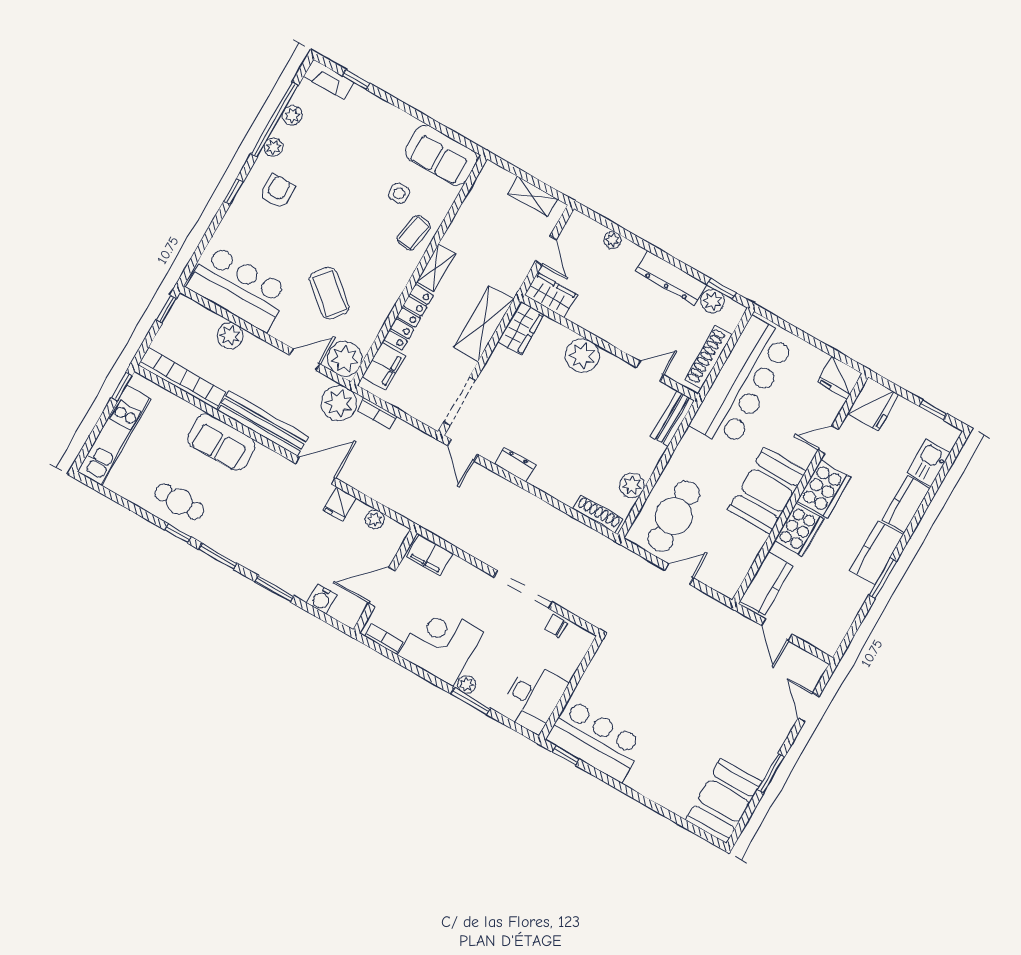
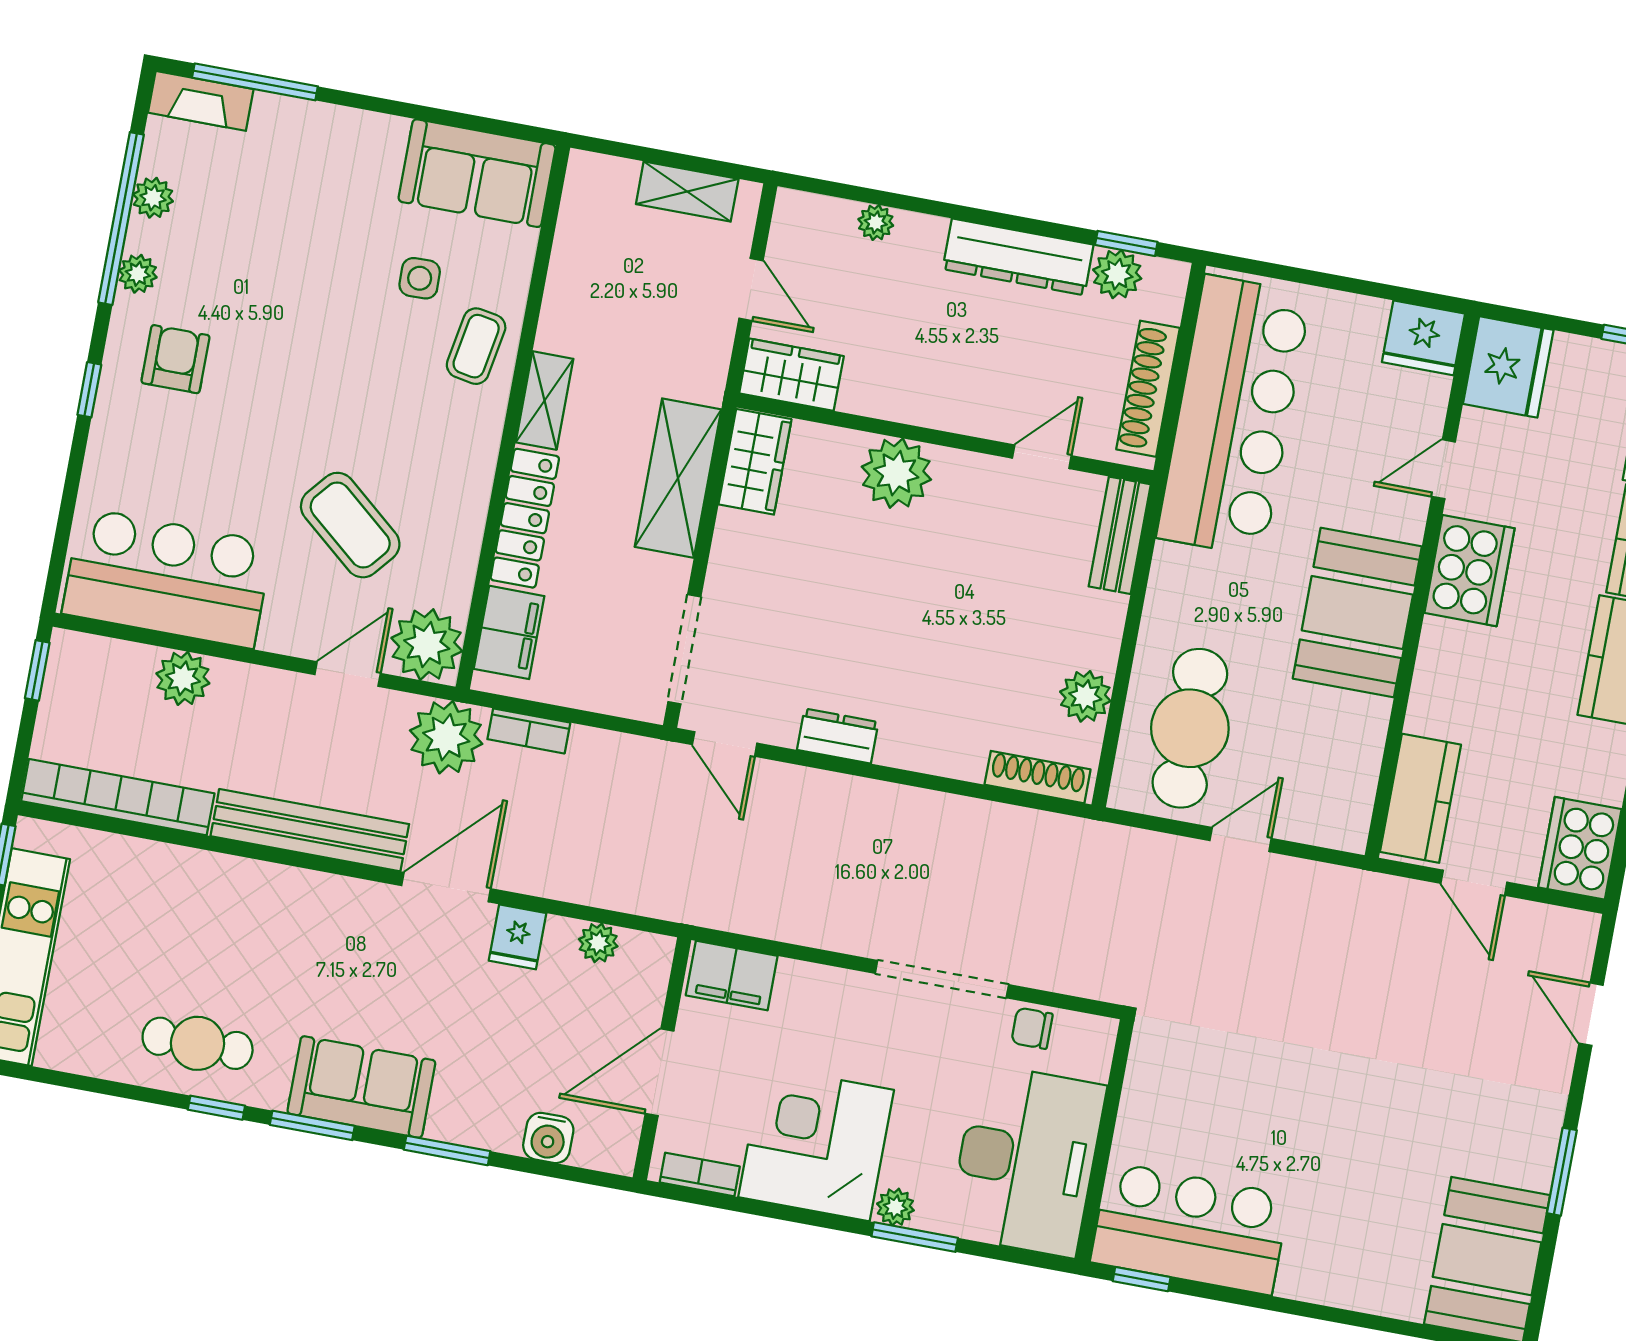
window: (356, 80) -> (255, 82), width x2.17
sofa: (221, 442) -> (361, 1087), moved, turned 180
cooker: (799, 530) -> (1580, 848), moved, turned 180
desk: (533, 697) -> (1027, 1160), width x1.36, depth x1.30

